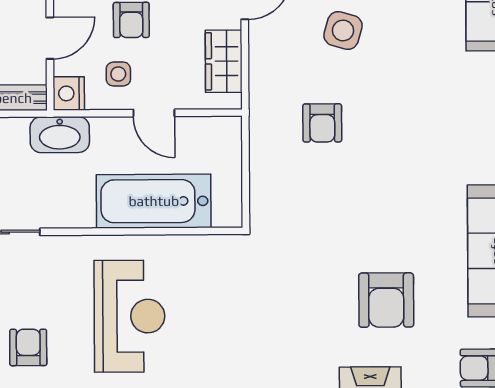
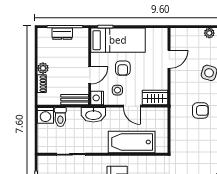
wardrobe: (224, 61) -> (155, 97), moved, turned 90
armchair: (322, 123) -> (200, 110), turned -90

